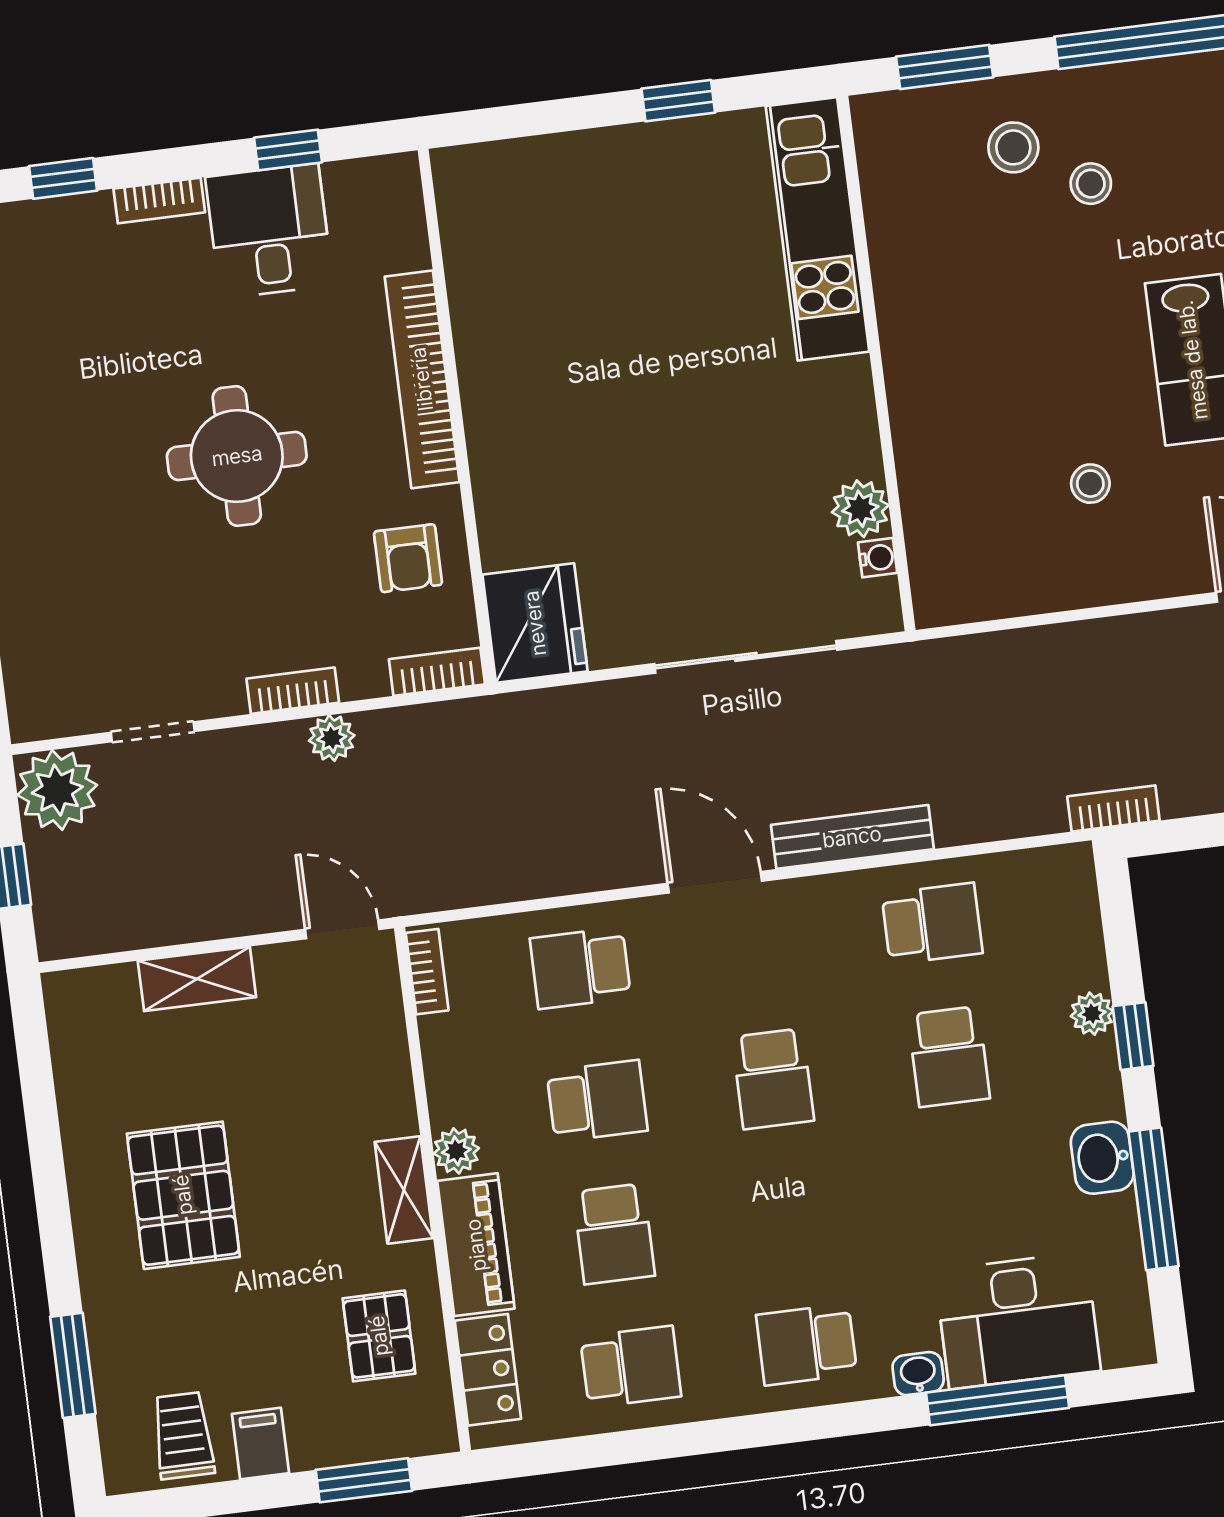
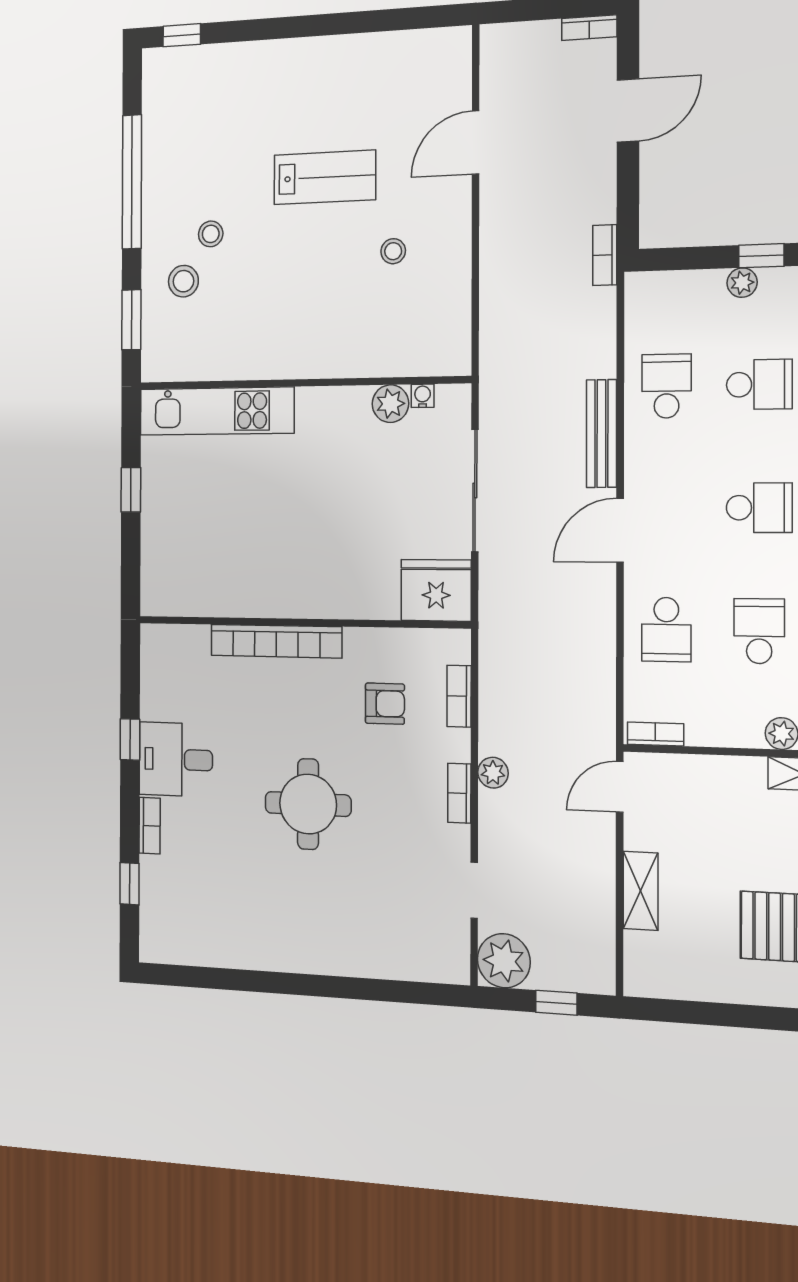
bookcase: (422, 379) -> (276, 641), moved
wall: (457, 417) -> (301, 622), moved
fridge: (535, 623) -> (436, 590), moved

